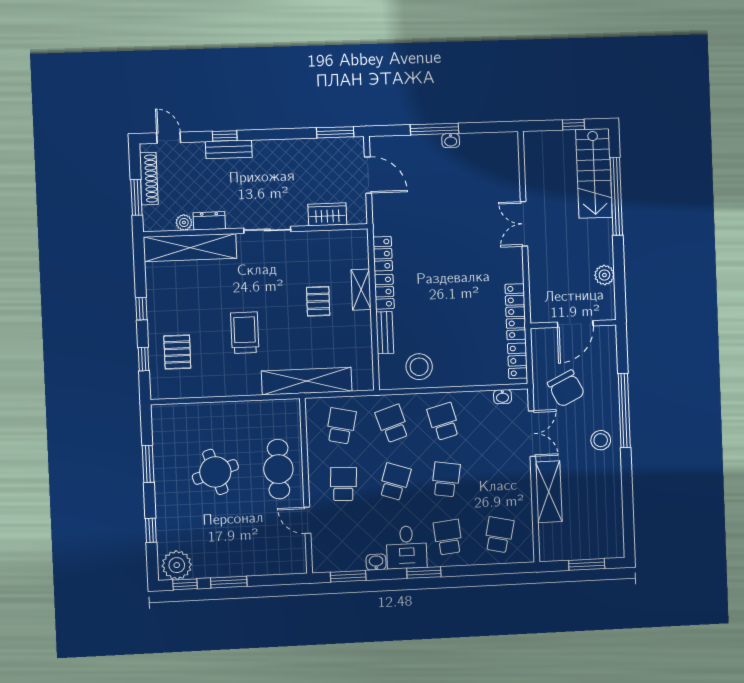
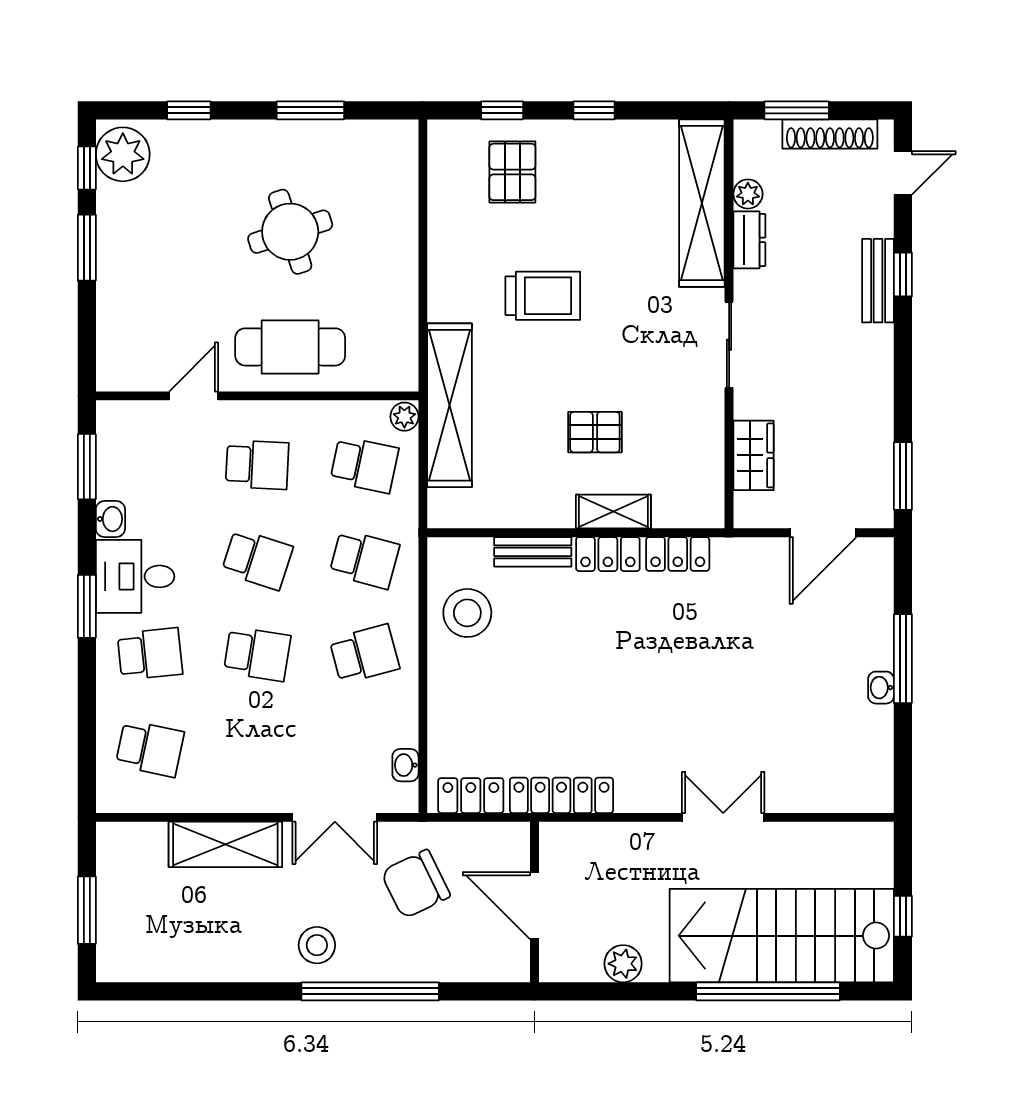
stairs: (594, 173) -> (782, 936), width x1.36, depth x1.51
pallet: (177, 352) -> (512, 172), turned 90
plant: (314, 405) -> (404, 417), added
school desk: (392, 424) -> (364, 559), turned 33

